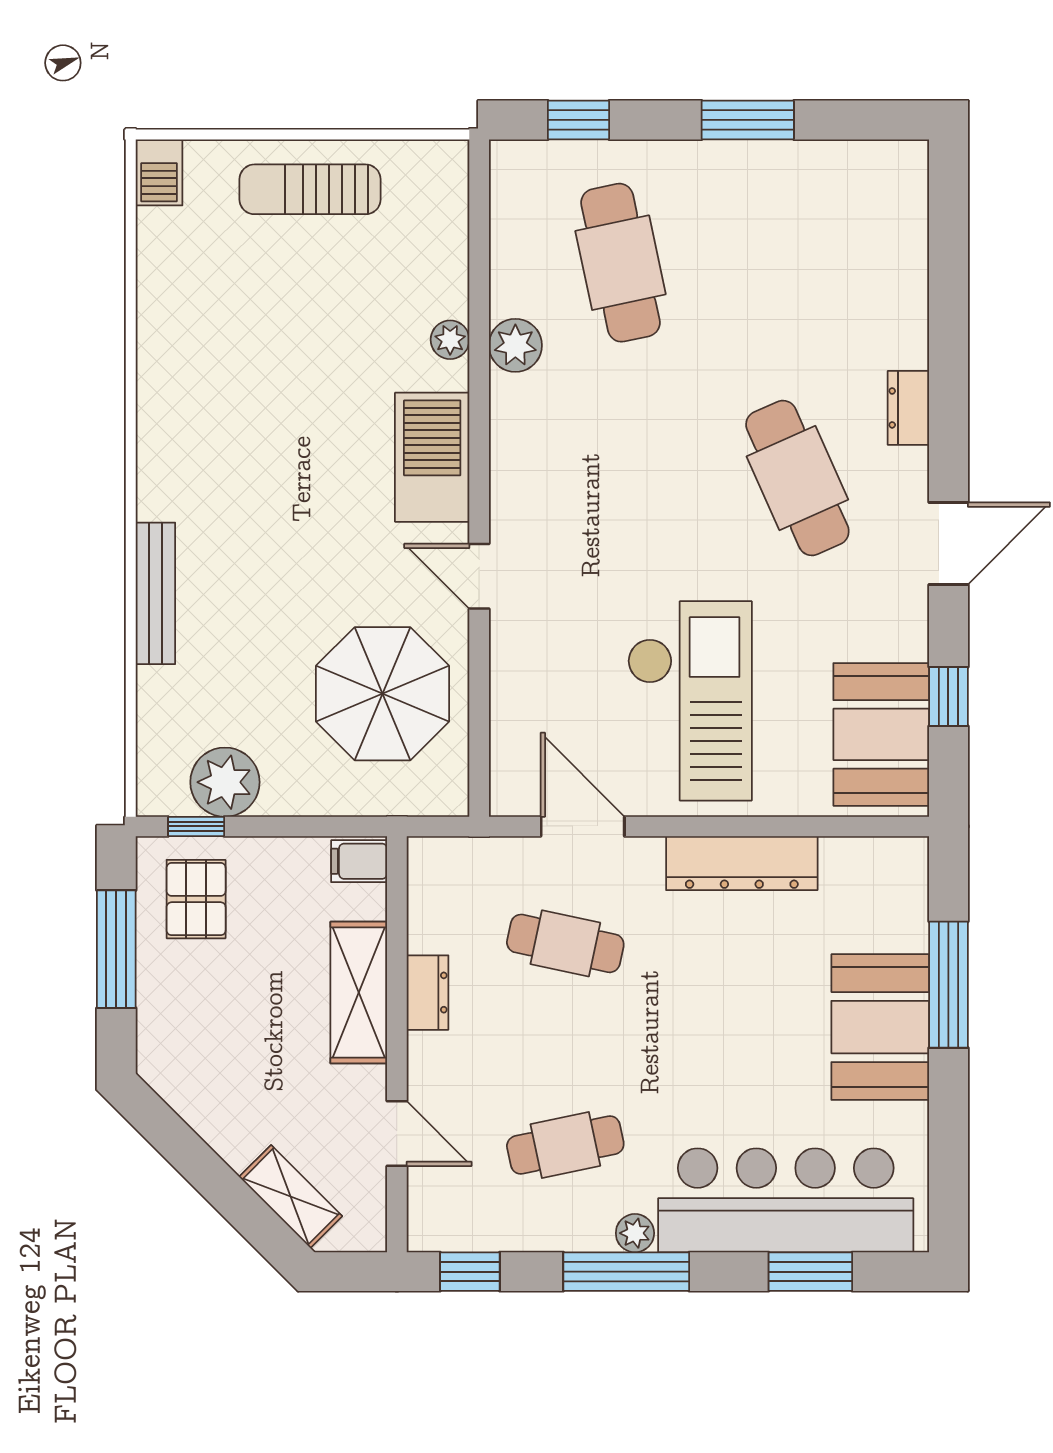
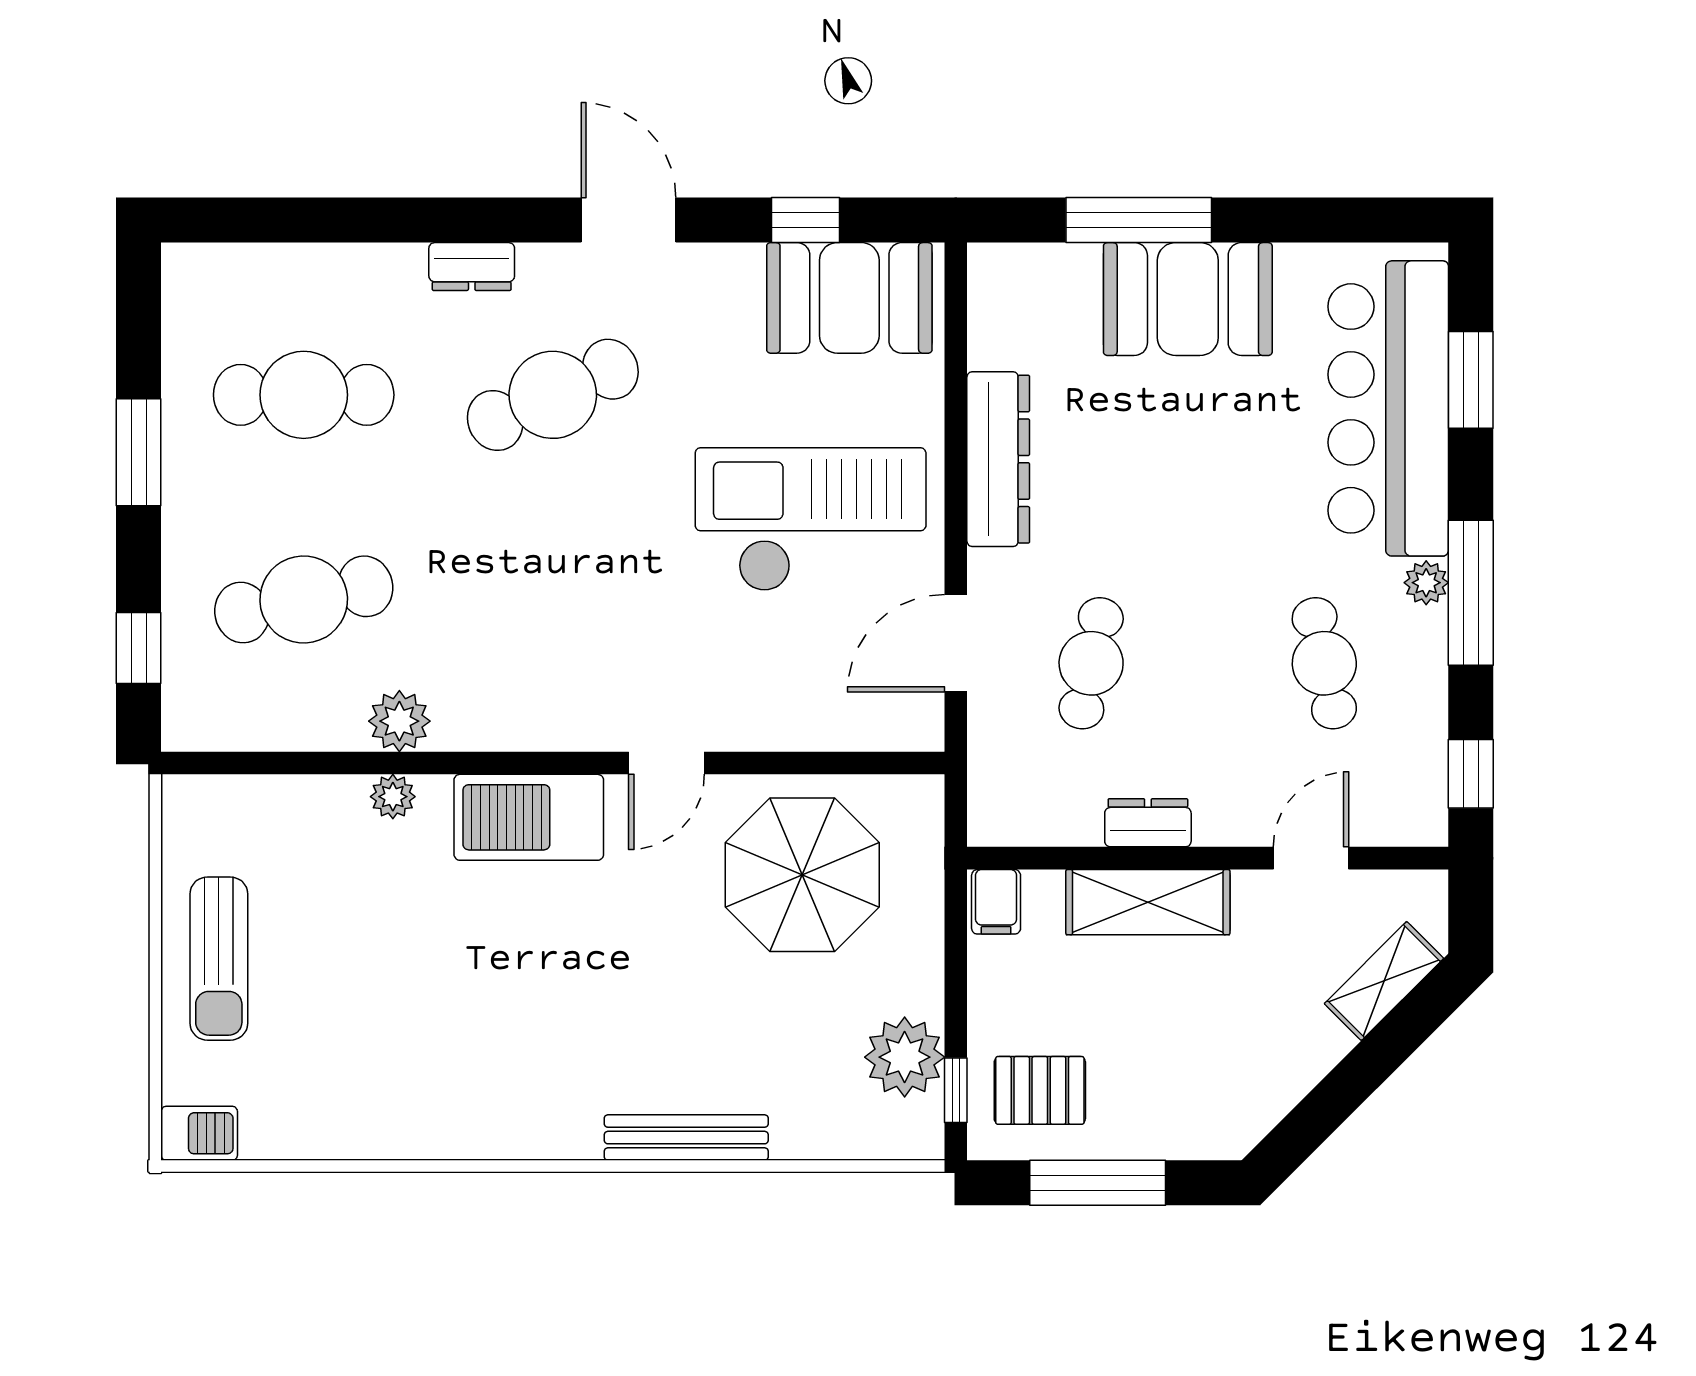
cafe table: (797, 263) -> (304, 395), added

